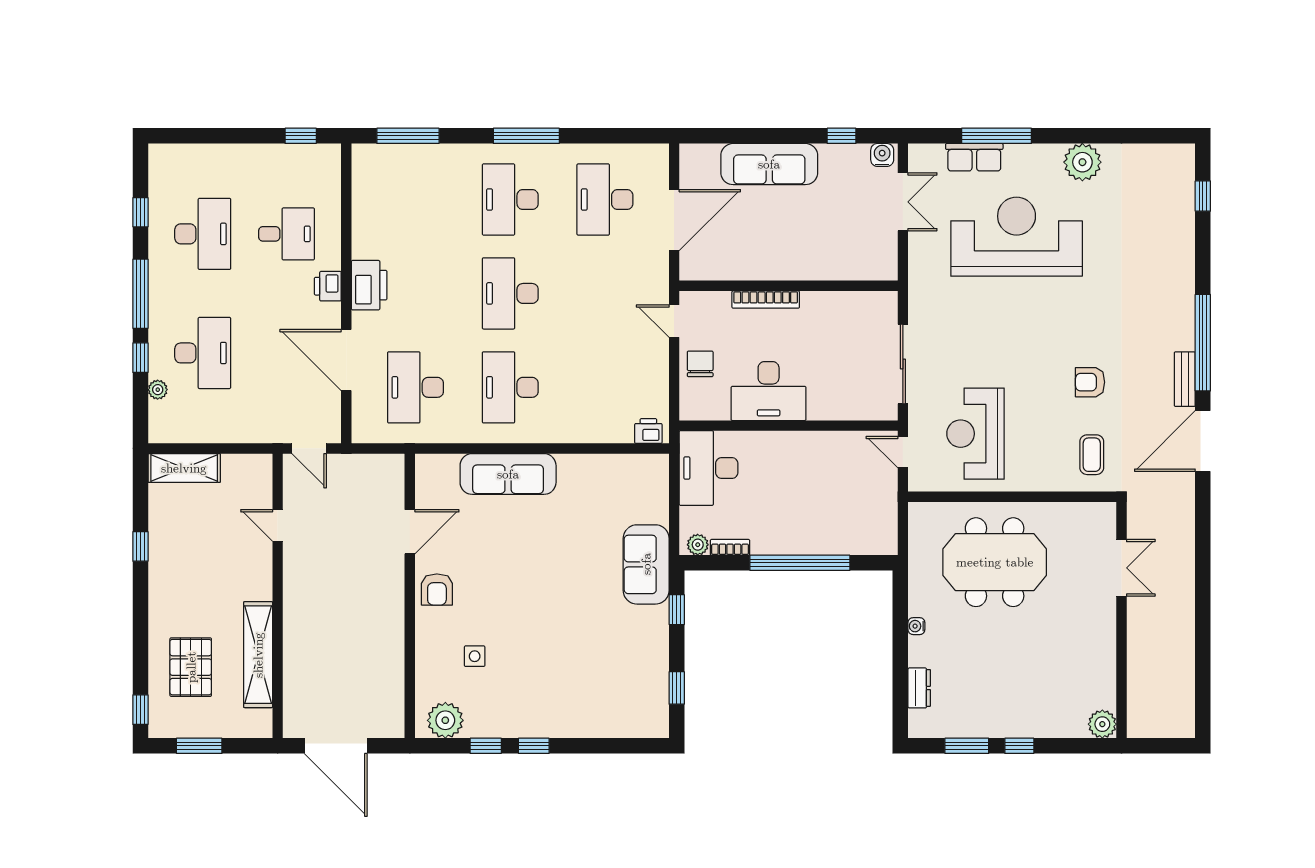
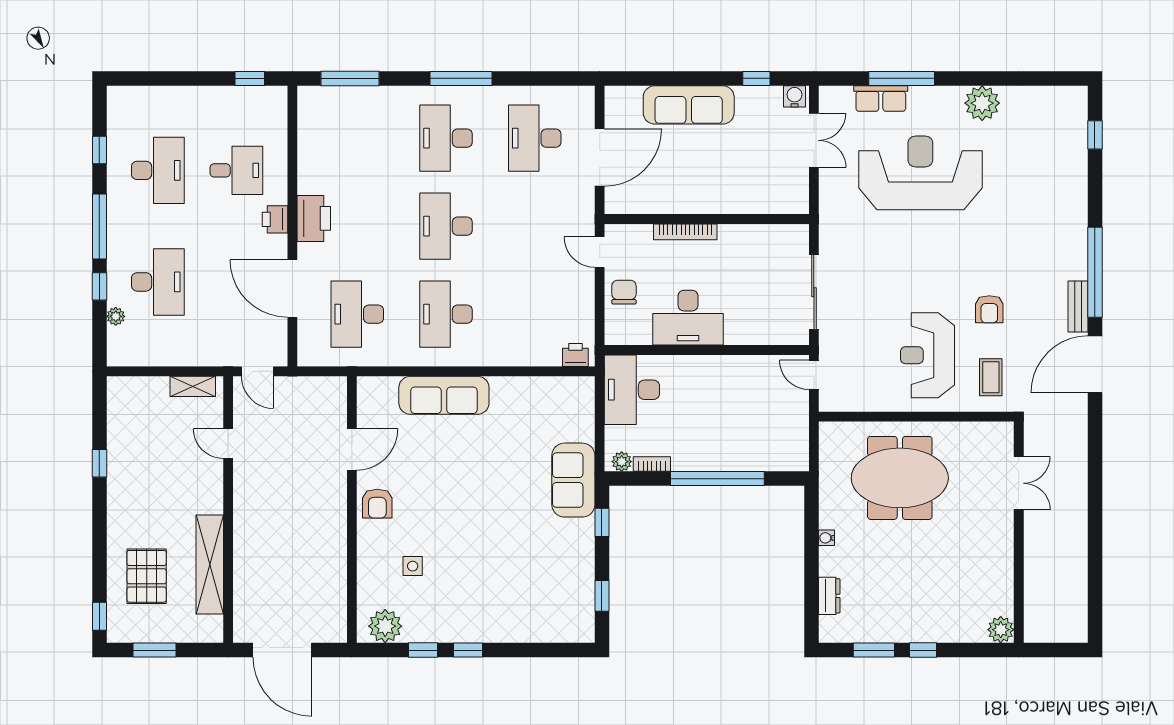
armchair: (1090, 382) -> (989, 309), turned -90
reception desk: (975, 434) -> (927, 355), moved
shelving: (184, 468) -> (193, 386), moved, width x0.67, depth x0.75

